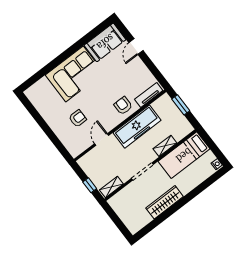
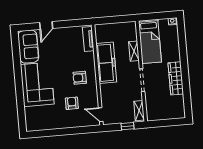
door: (136, 47) -> (46, 25), hinge flipped
window: (181, 105) -> (111, 20), removed
armchair: (123, 106) -> (80, 78), moved
door: (102, 140) -> (101, 115), moved

